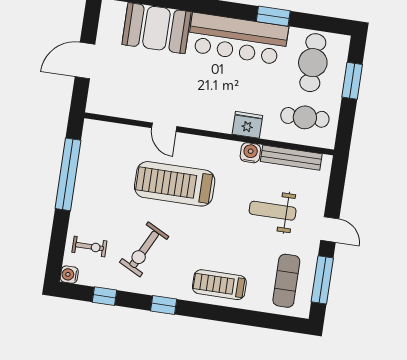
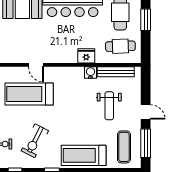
treadmill: (175, 184) -> (29, 94), moved
weight bench: (273, 211) -> (109, 106), turned -90
treadmill: (219, 285) -> (84, 155), width x1.37, depth x1.38

